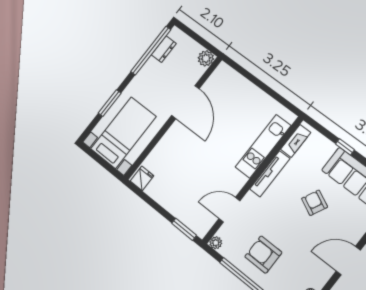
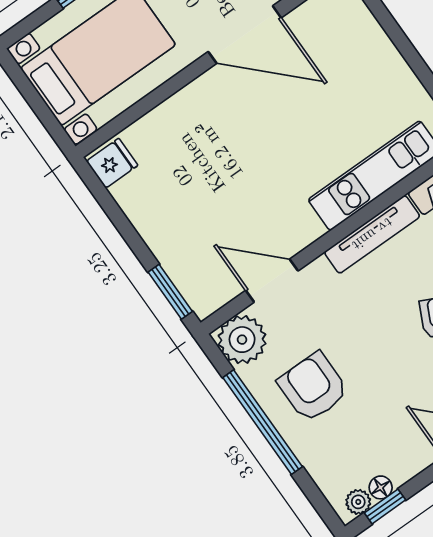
door: (185, 102) -> (245, 35), hinge flipped
plant: (216, 243) -> (242, 340), width x1.87, depth x1.87

